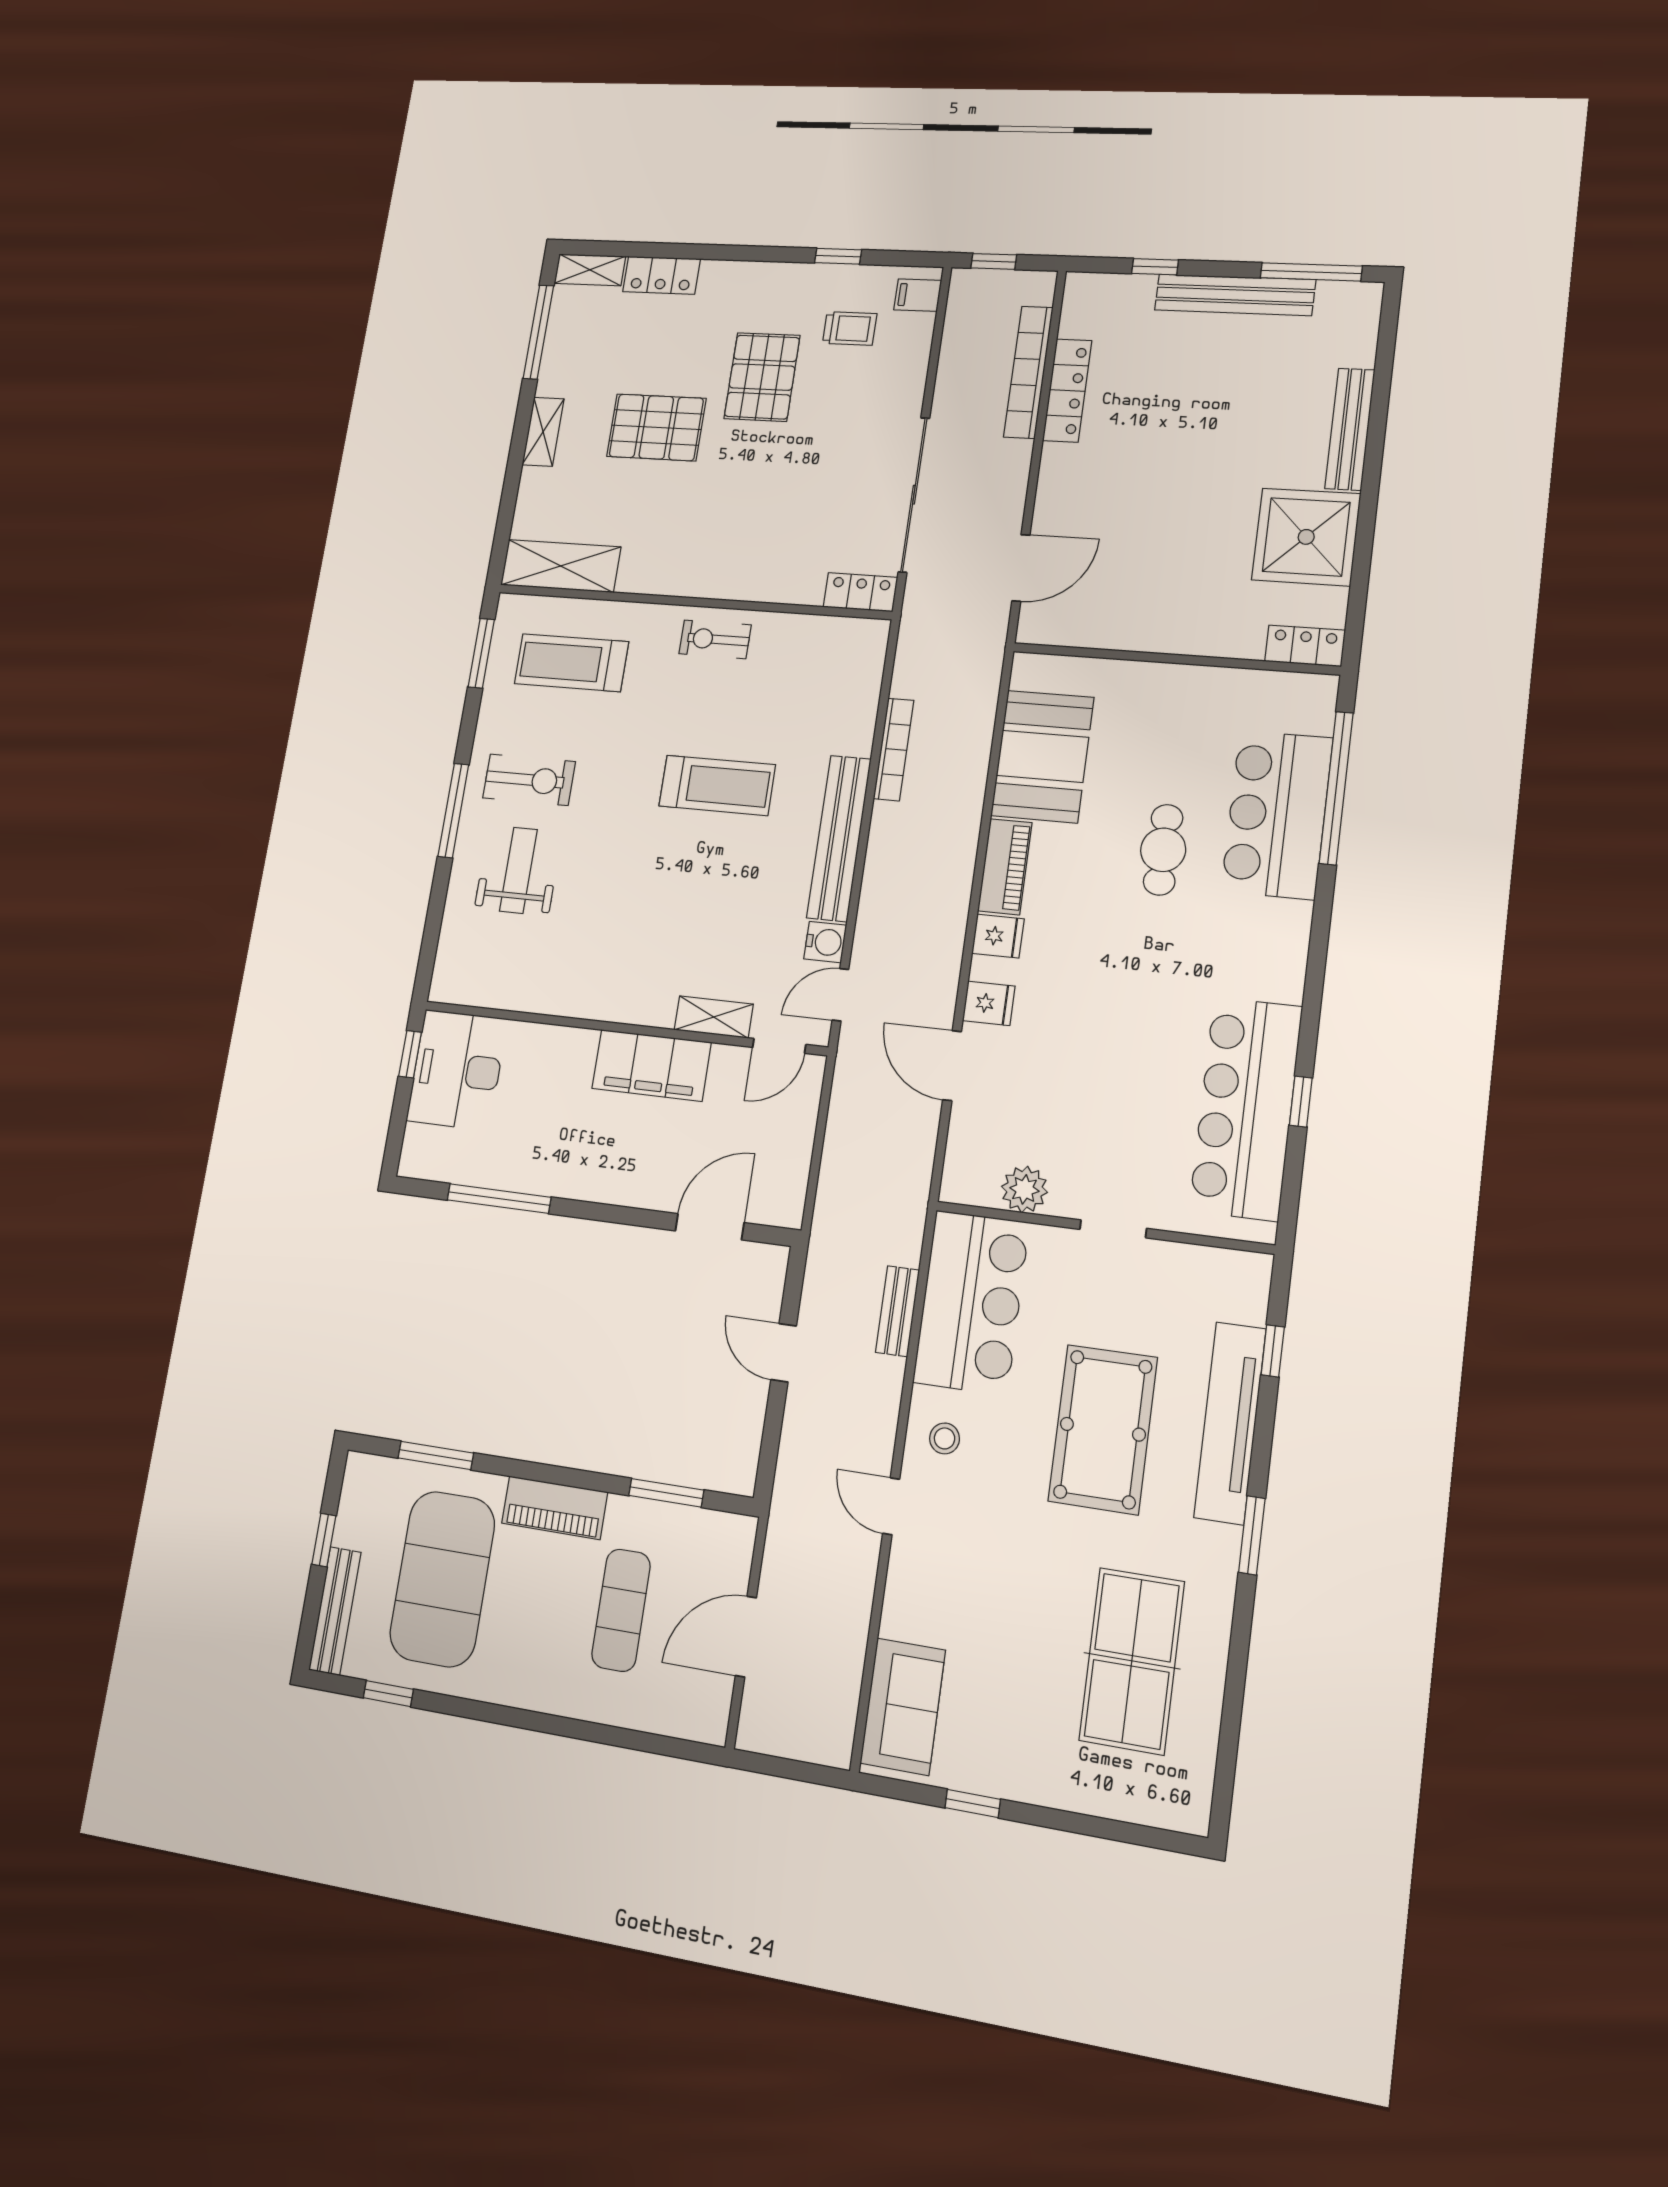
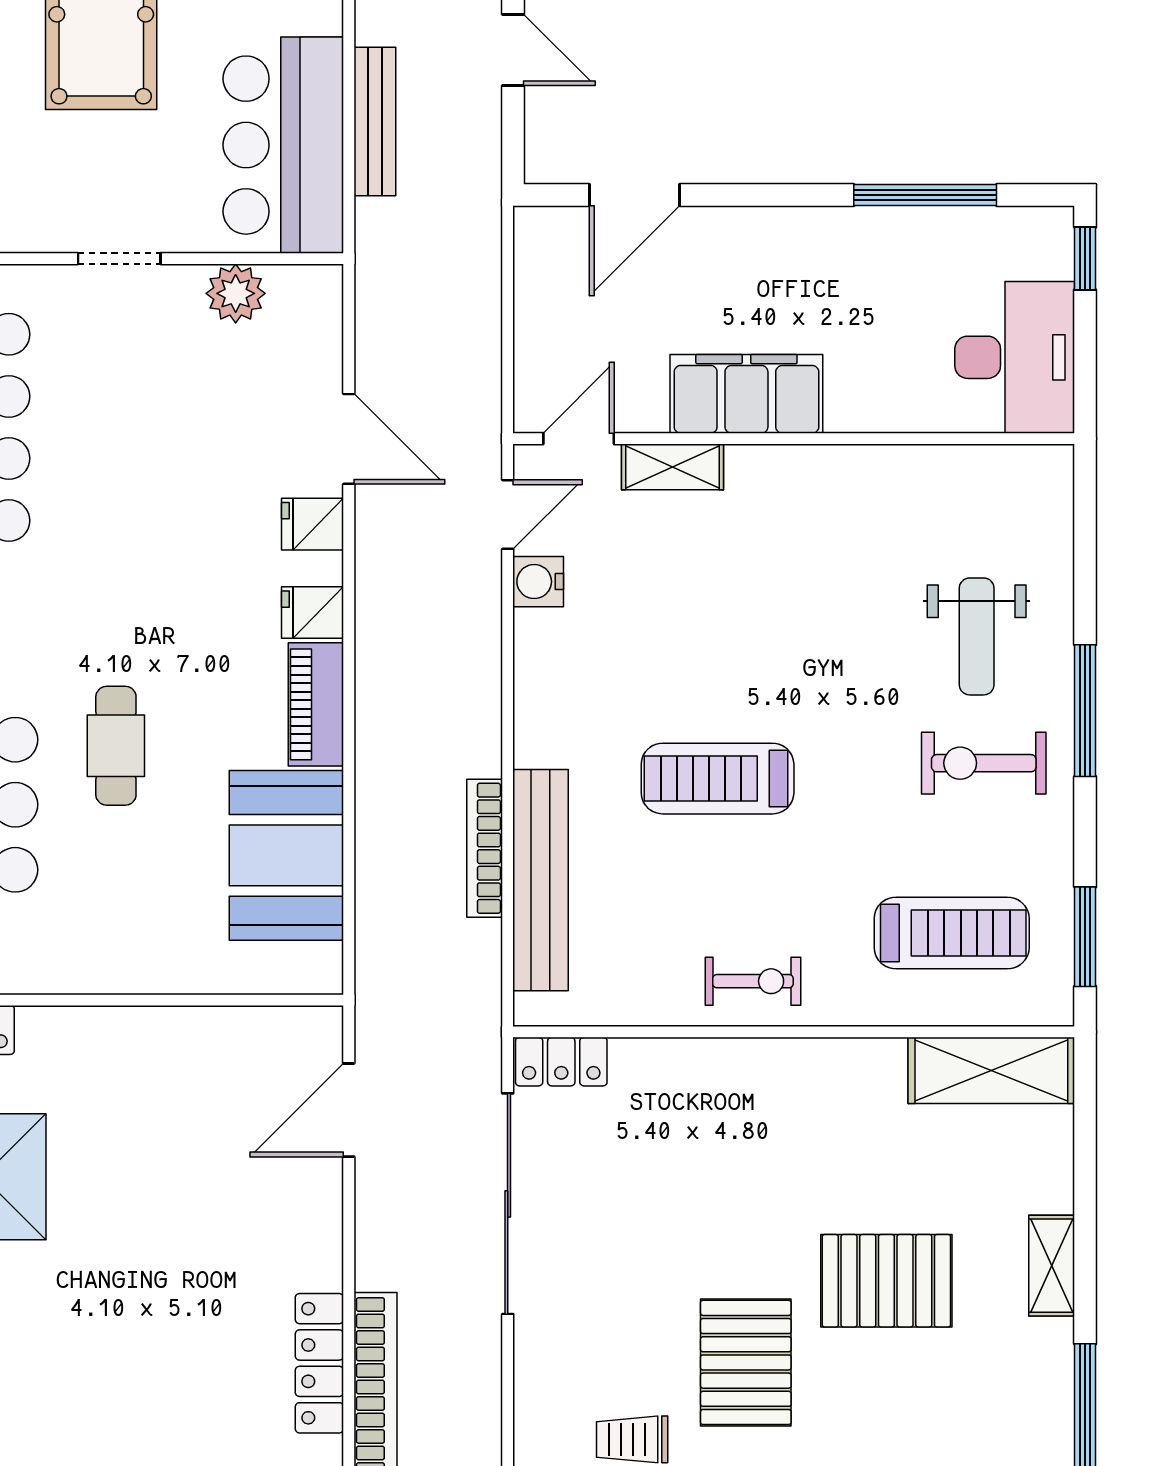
bench: (839, 838) -> (541, 880), moved
window: (410, 1054) -> (1085, 259), moved
bench: (898, 1311) -> (375, 121), width x1.36

